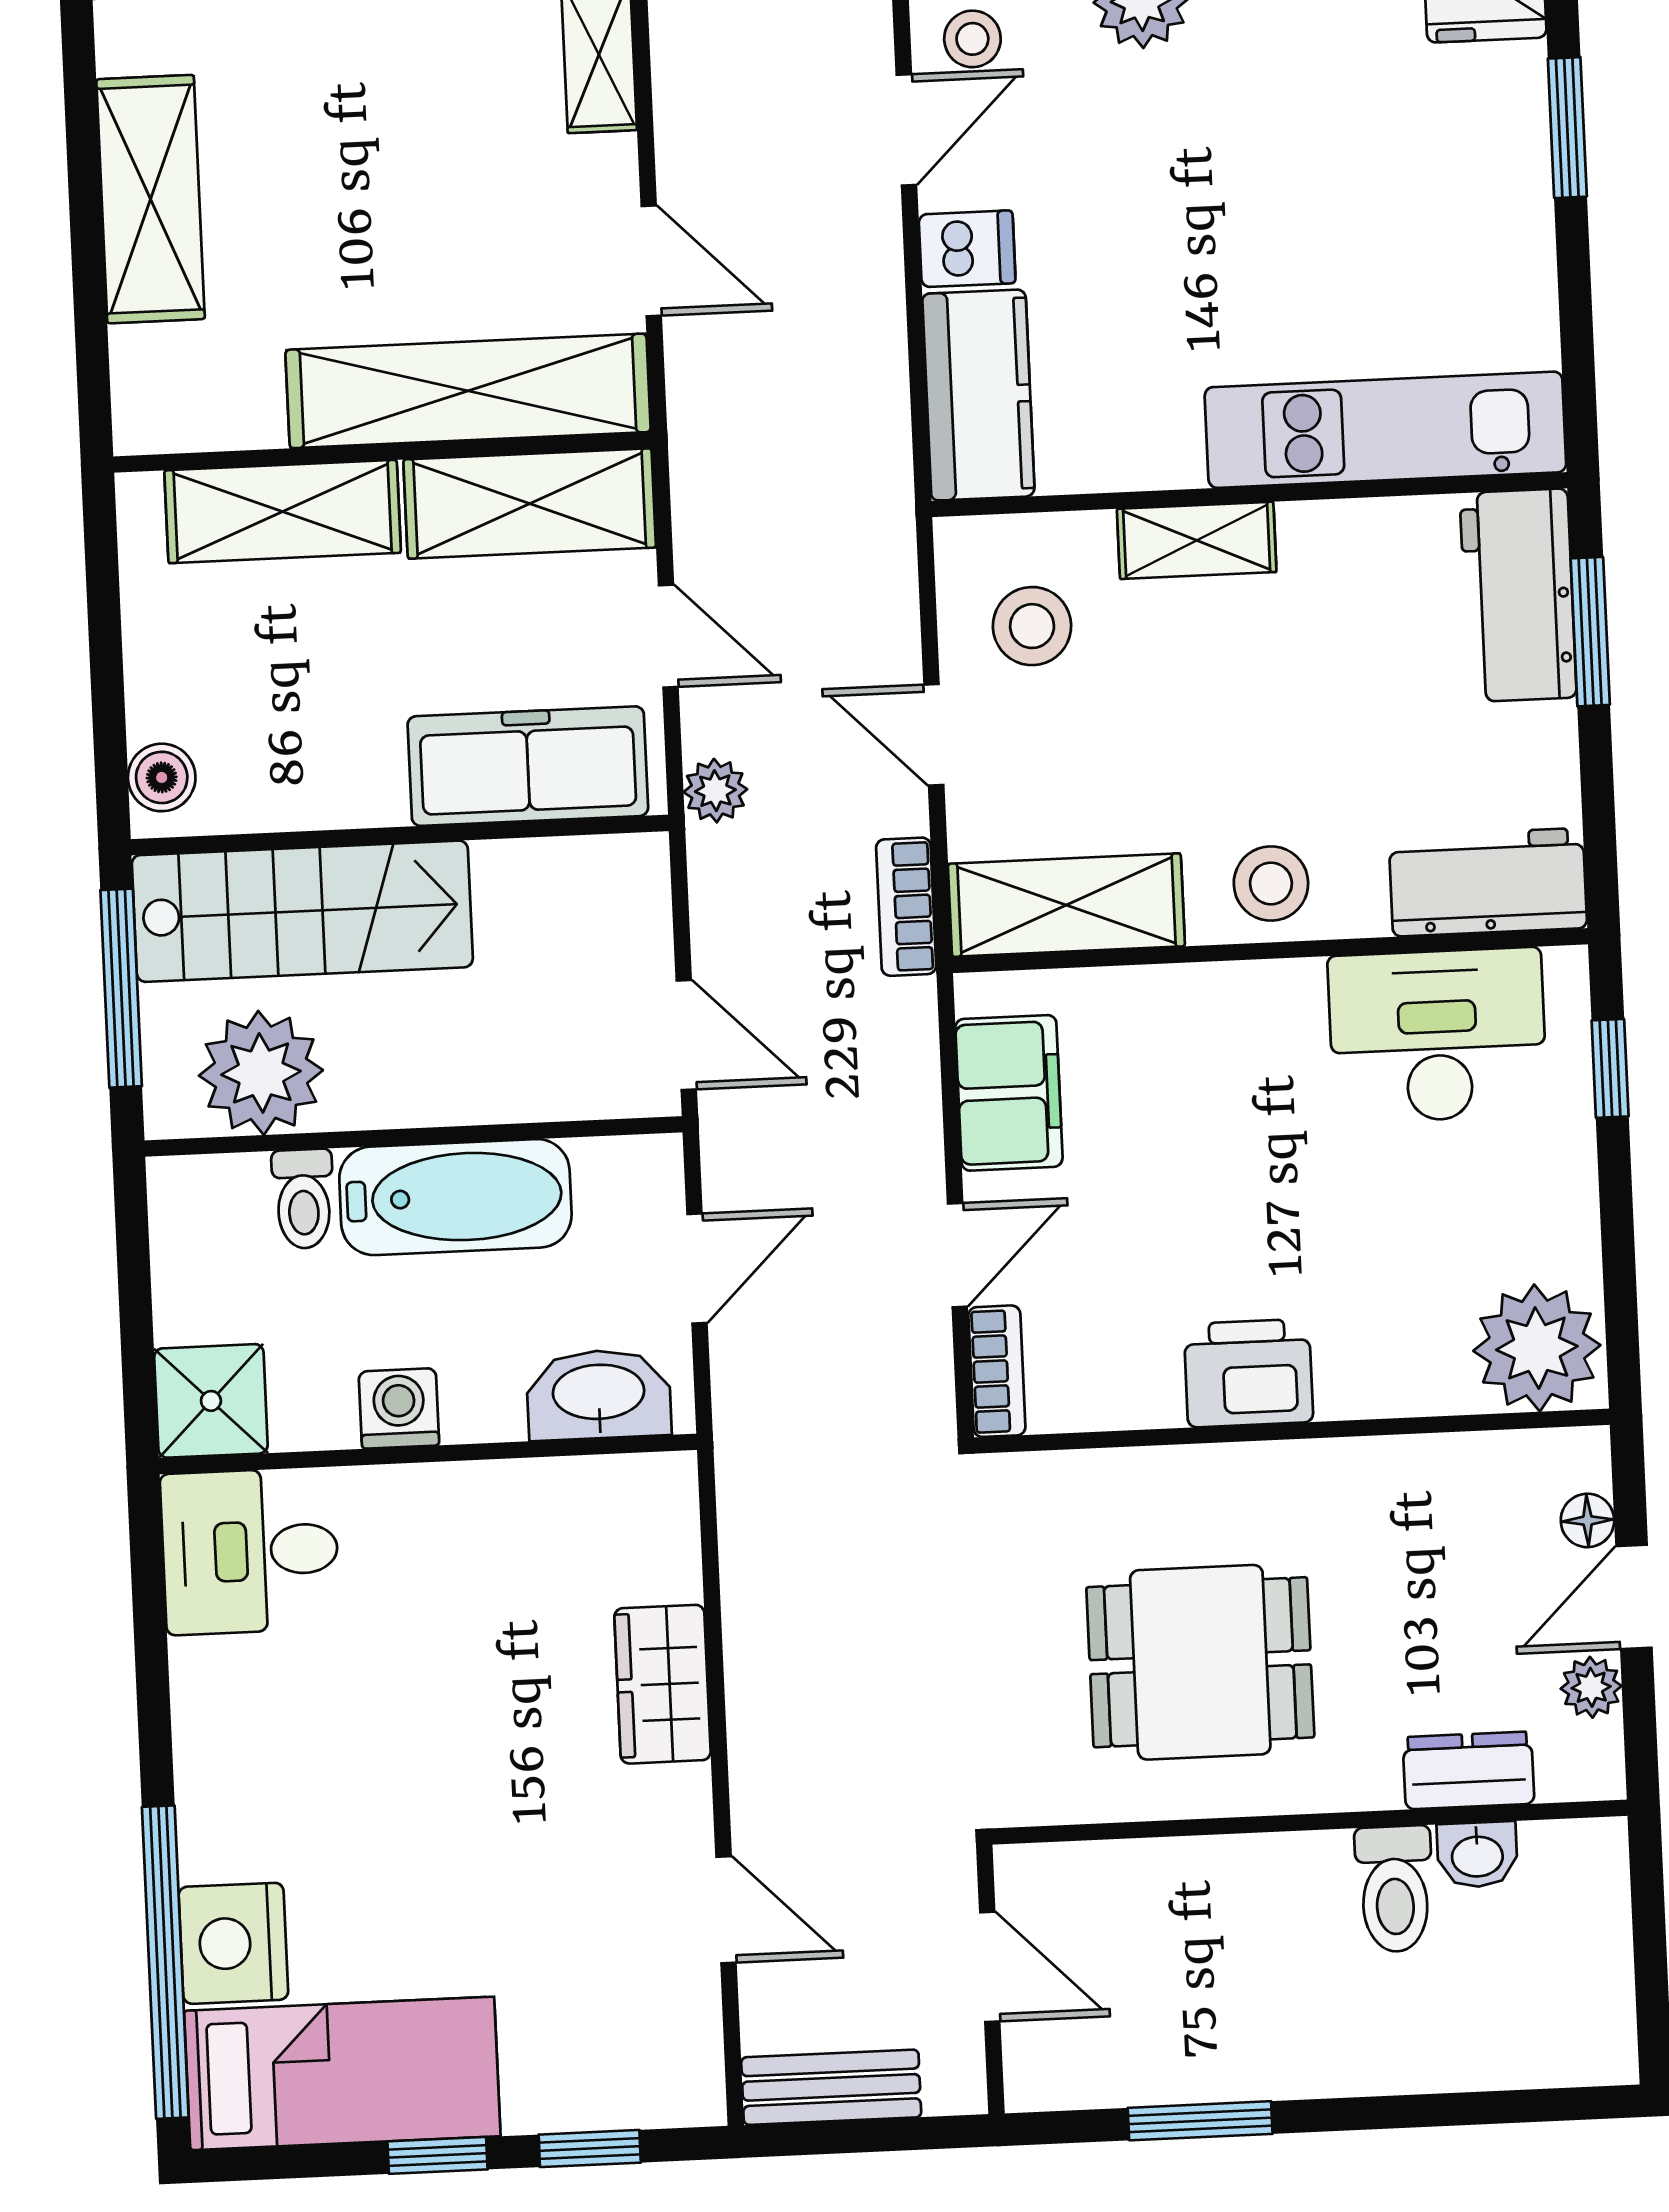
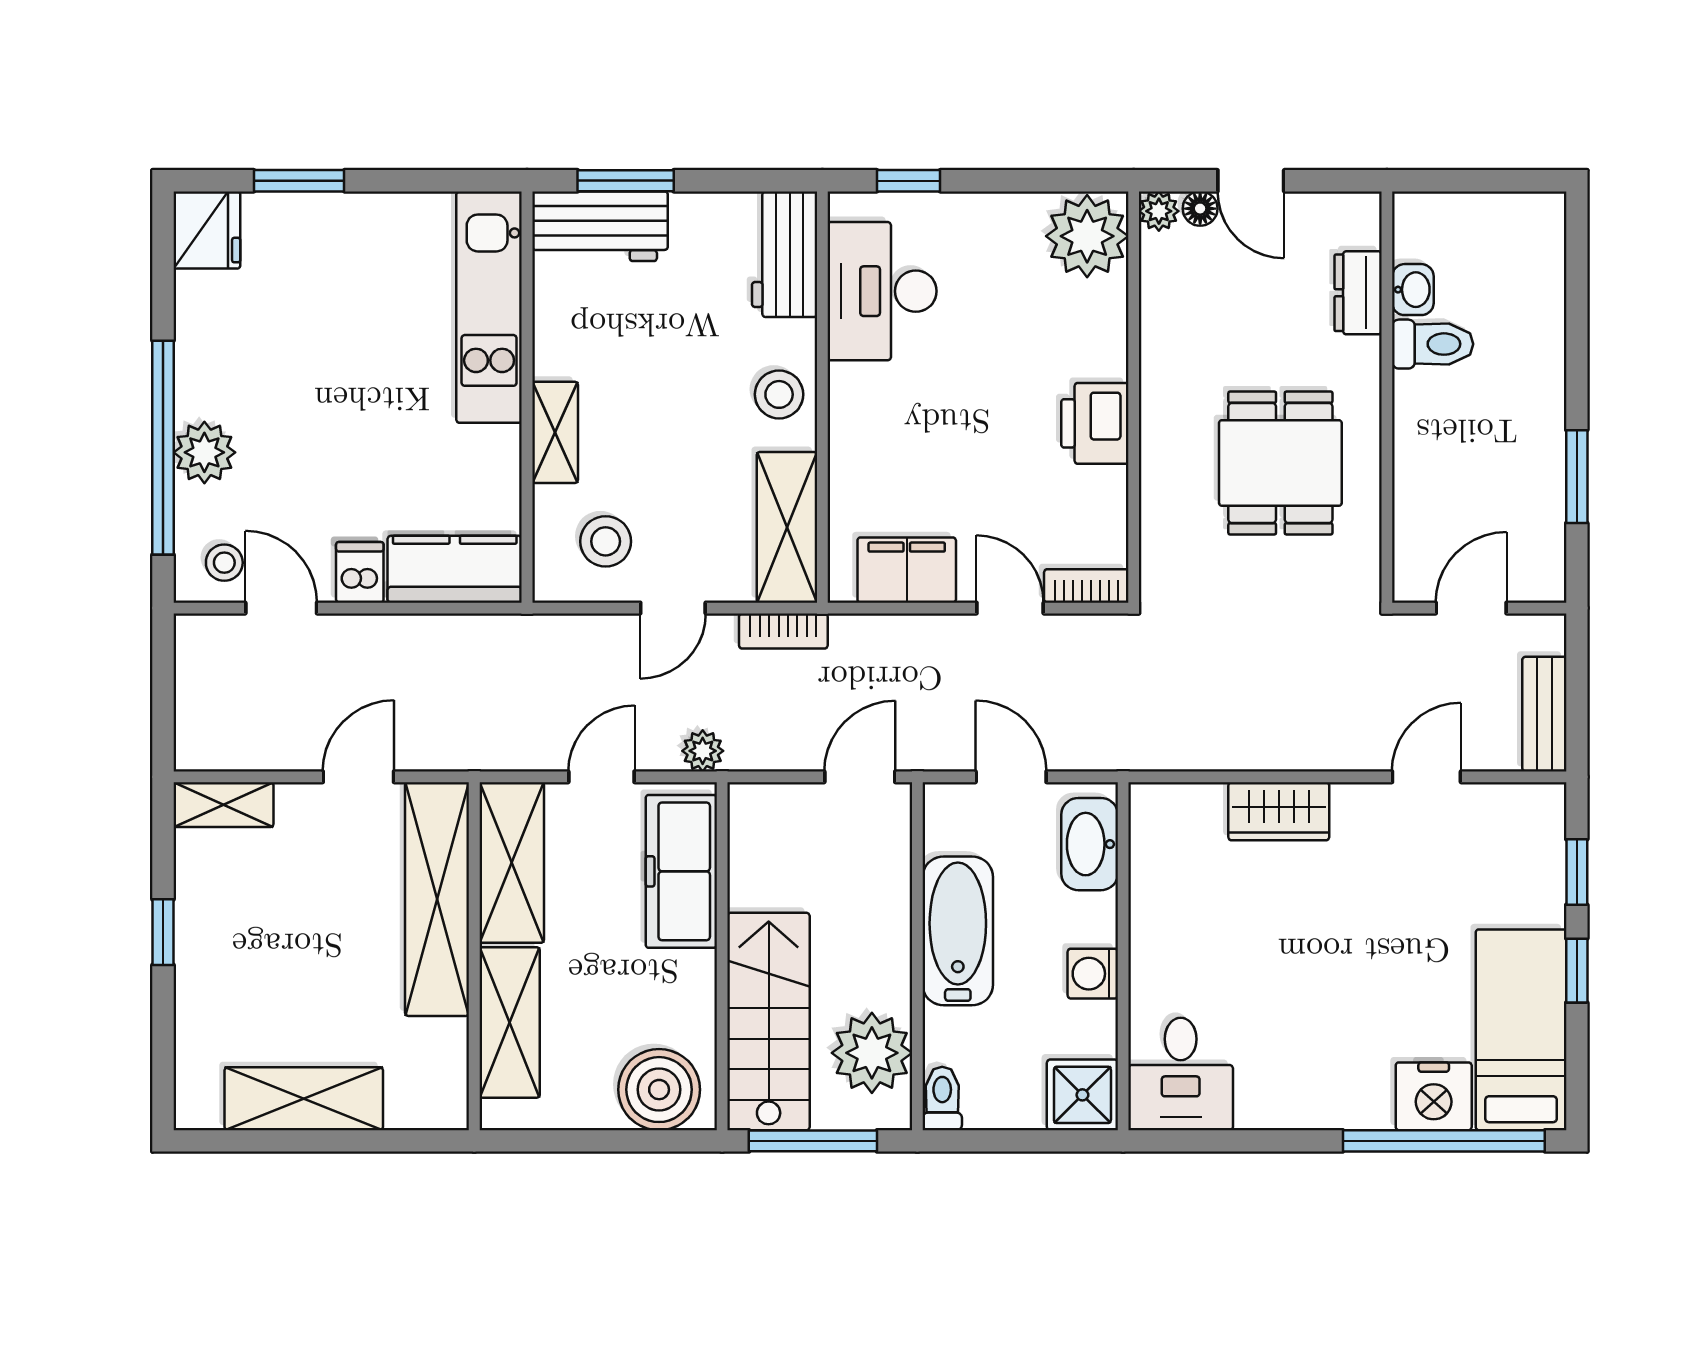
boiler: (162, 777) -> (659, 1090), width x1.86, depth x1.86
toilet: (303, 1199) -> (942, 1098), moved, turned -90
plant: (1591, 1687) -> (1159, 211), moved

